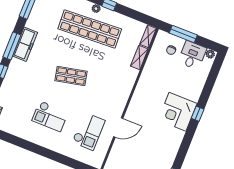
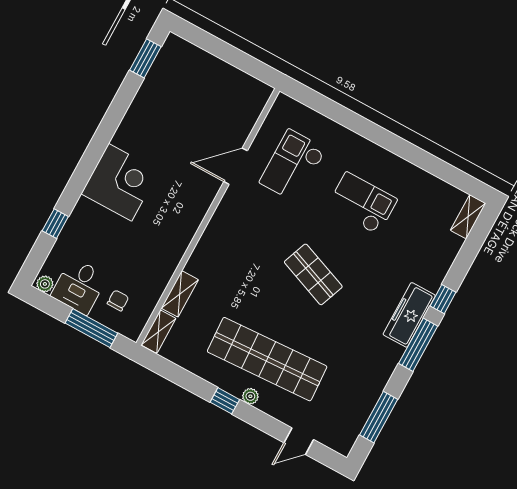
freezer: (25, 44) -> (409, 315), moved
shop shelf: (71, 76) -> (313, 274), turned 33
window: (198, 114) -> (55, 224), moved

